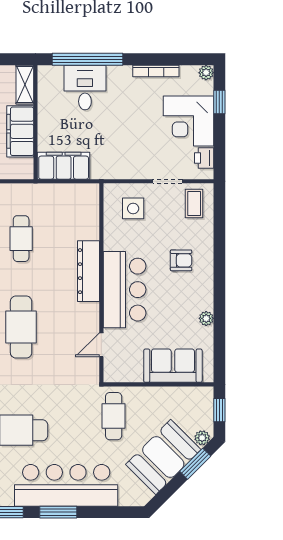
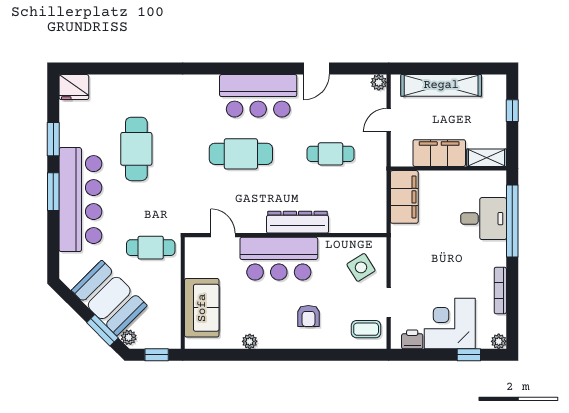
side table: (133, 208) -> (361, 267), turned -32

